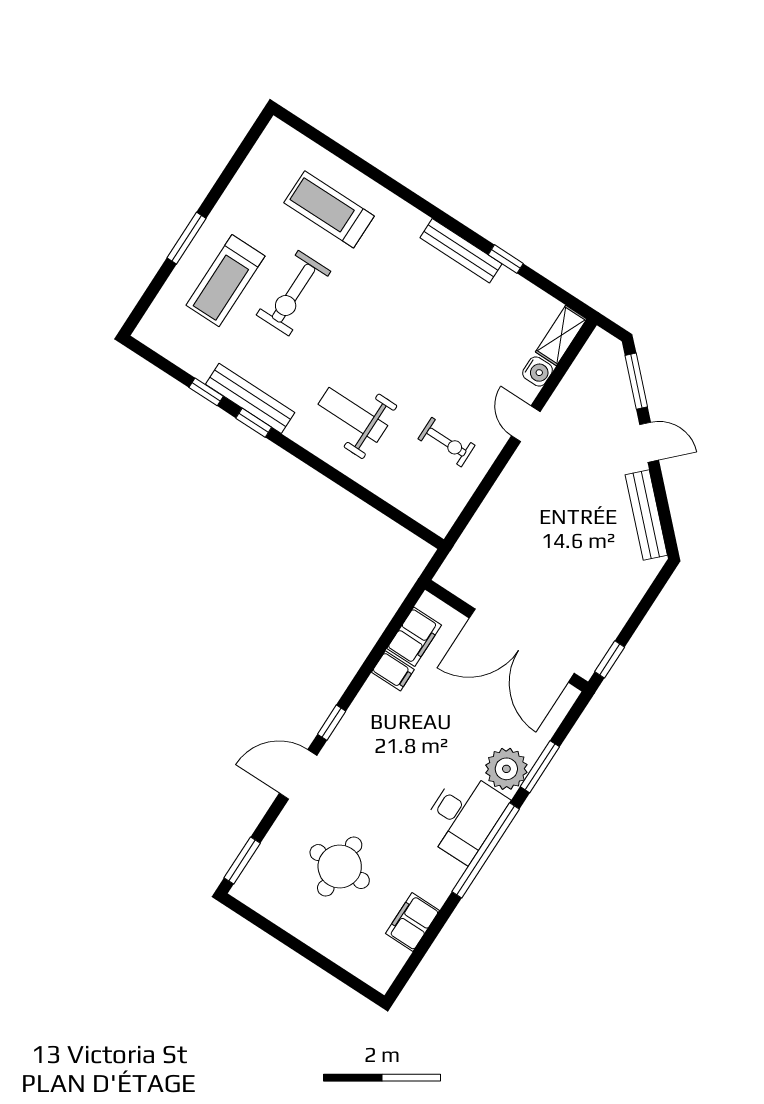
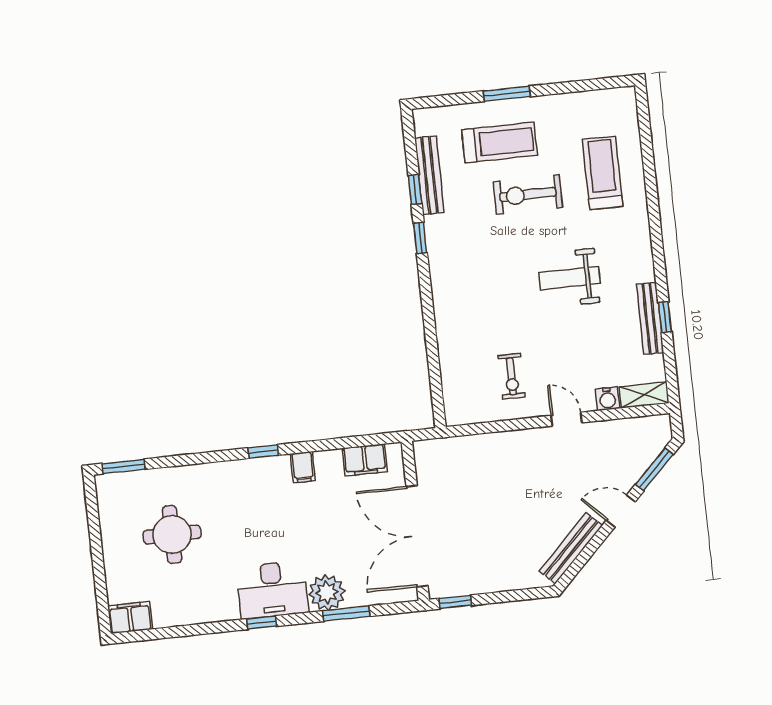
bench: (461, 251) -> (650, 319), moved
treadmill: (225, 281) -> (499, 143), turned 180
bench: (250, 398) -> (429, 175), moved
weight bench: (353, 415) -> (570, 278), moved, turned -90
door: (526, 424) -> (566, 419), hinge flipped
door: (649, 442) -> (621, 511), swing flipped
filing cabinet: (393, 671) -> (303, 467), moved
door: (298, 774) -> (211, 457), removed
window: (486, 850) -> (261, 623), width x0.32
filing cabinet: (412, 922) -> (130, 617), moved

